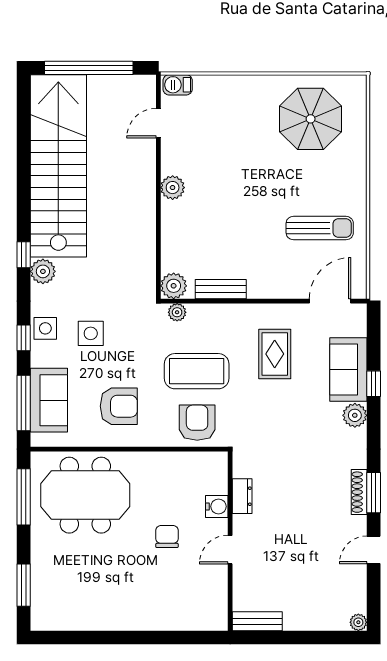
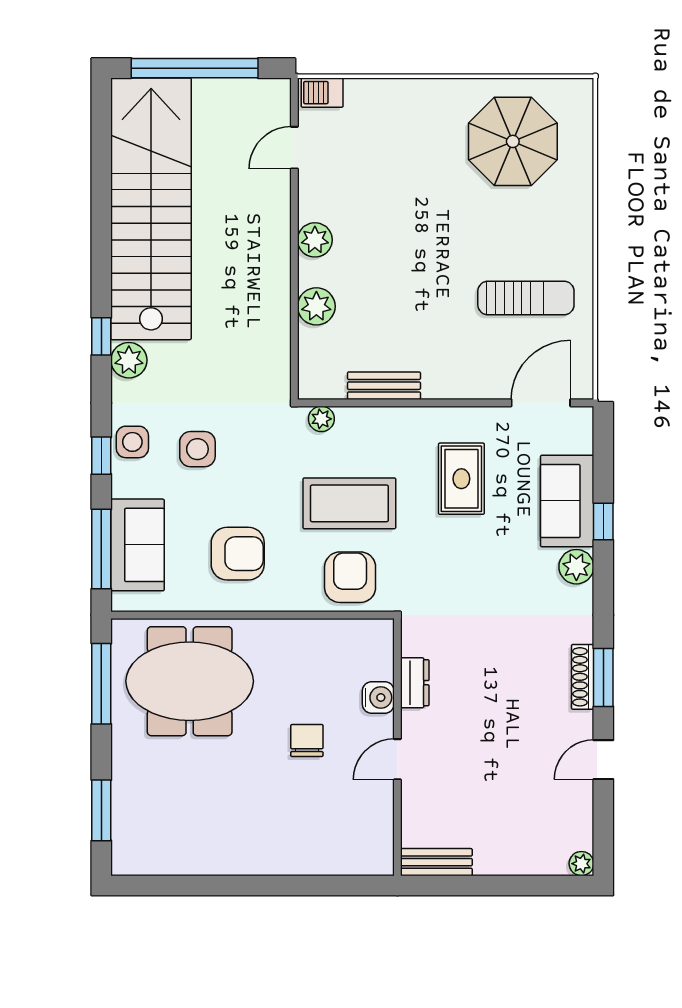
plant: (174, 286) -> (316, 306), moved

